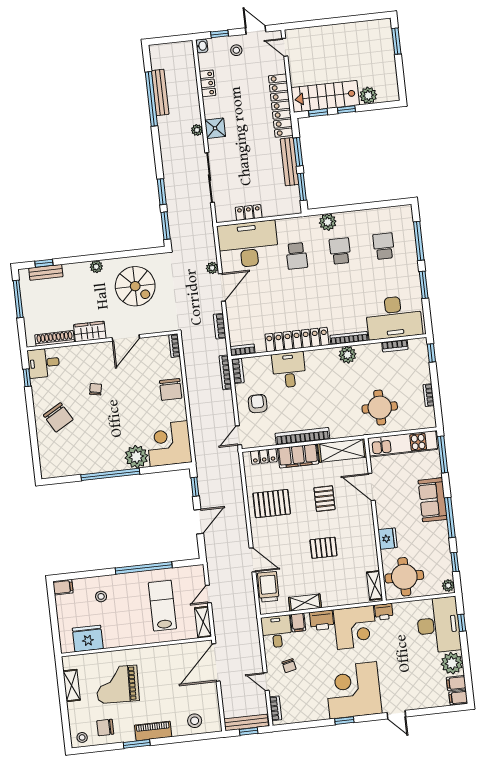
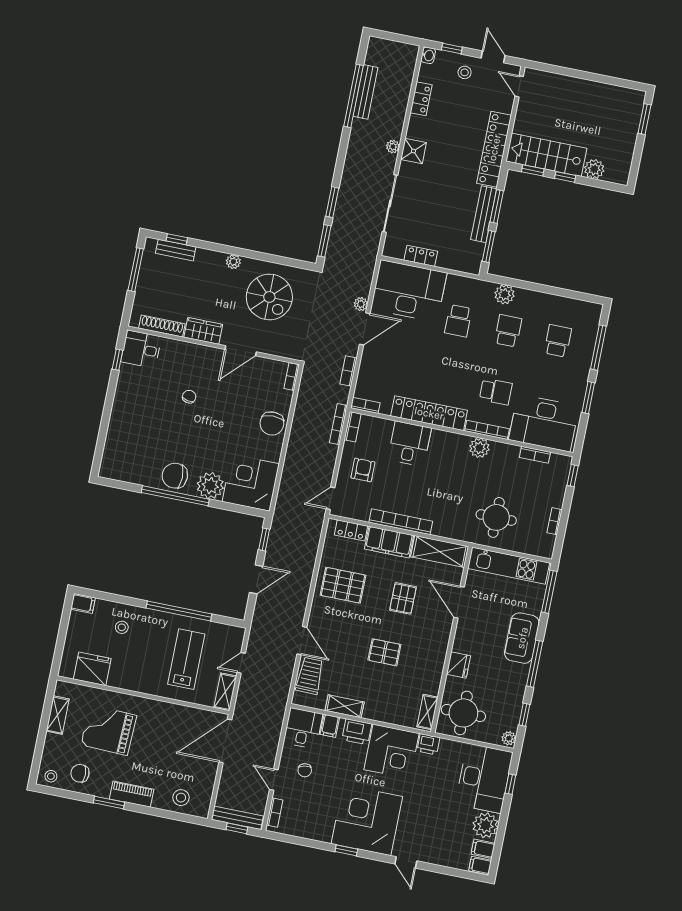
school desk: (346, 304) -> (496, 392), added
chair: (58, 417) -> (175, 476), moved, turned 120

